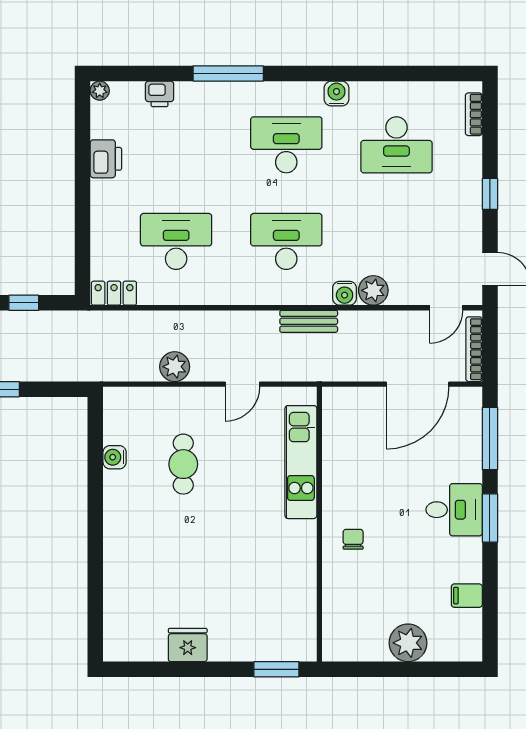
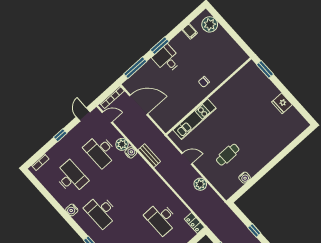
desk: (286, 241) -> (101, 151), moved
plant: (408, 643) -> (210, 24), moved

